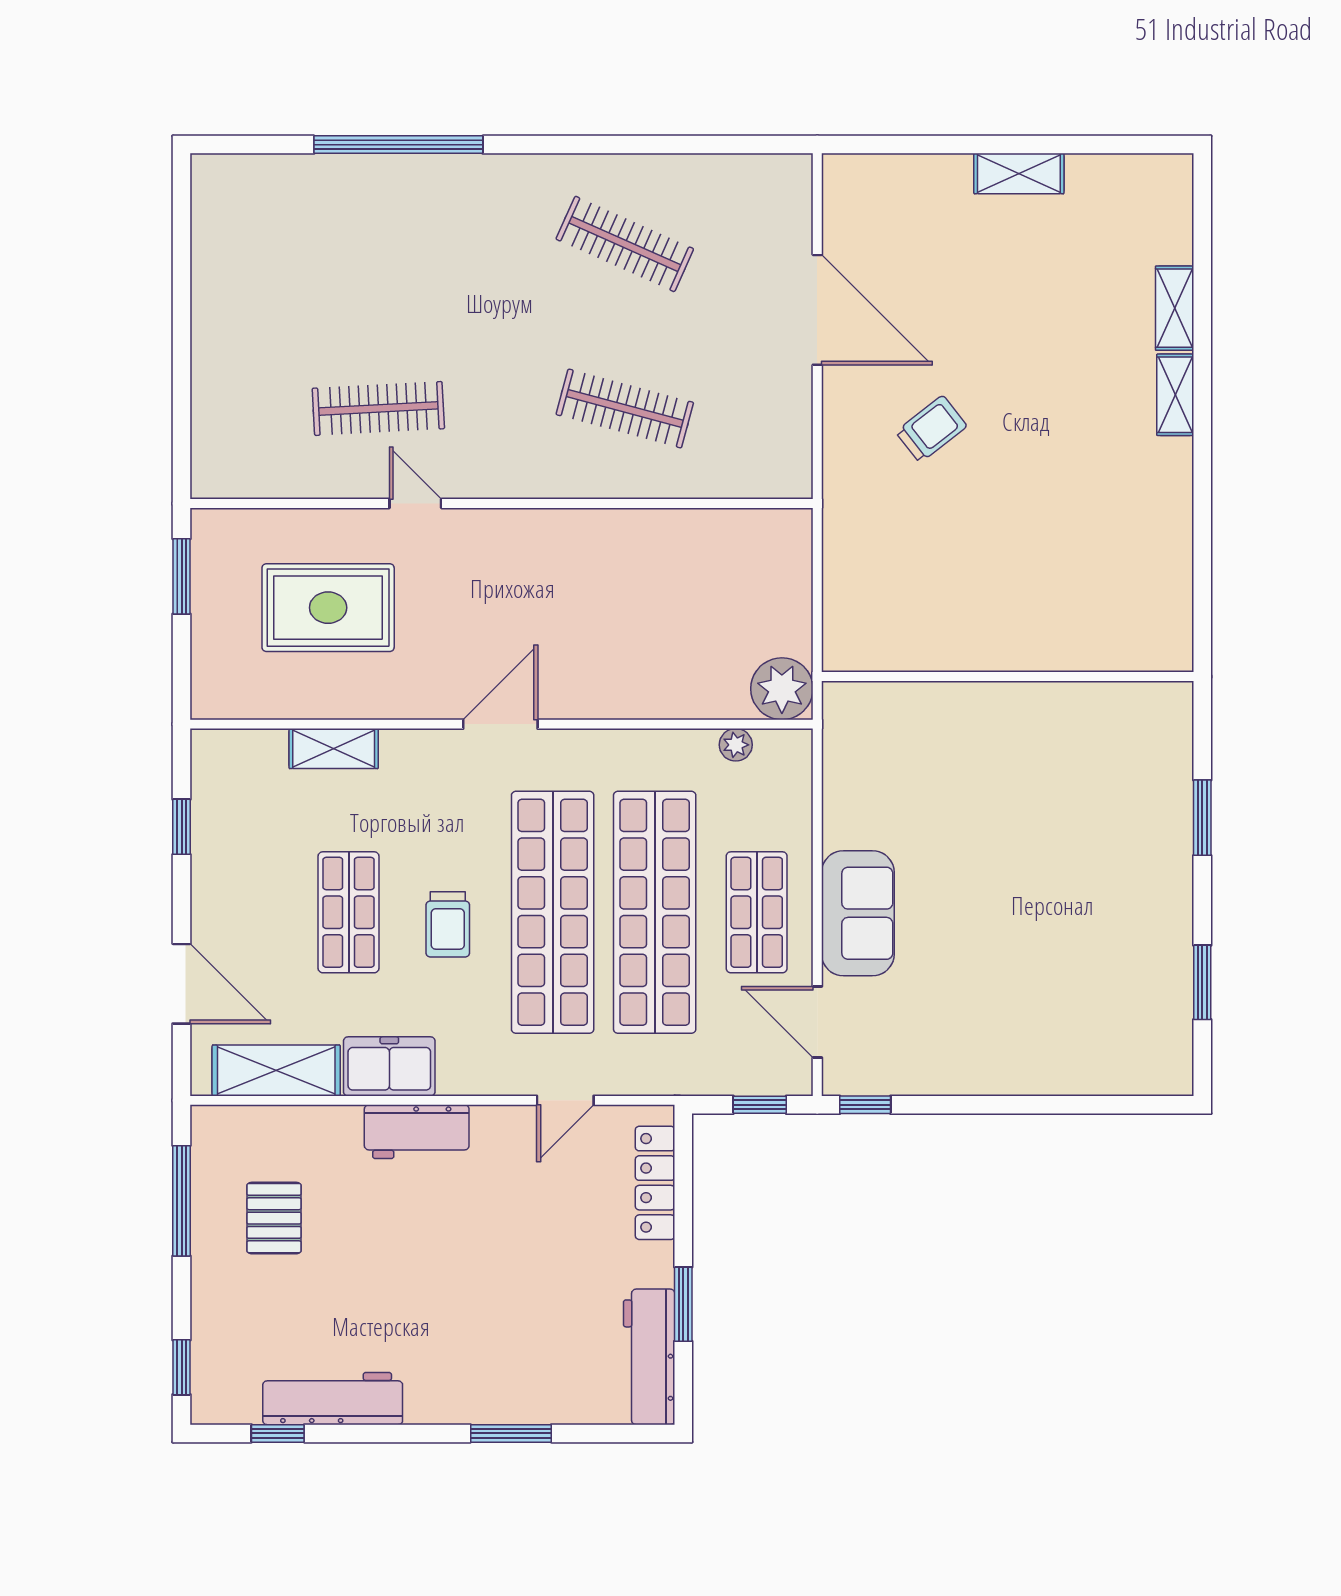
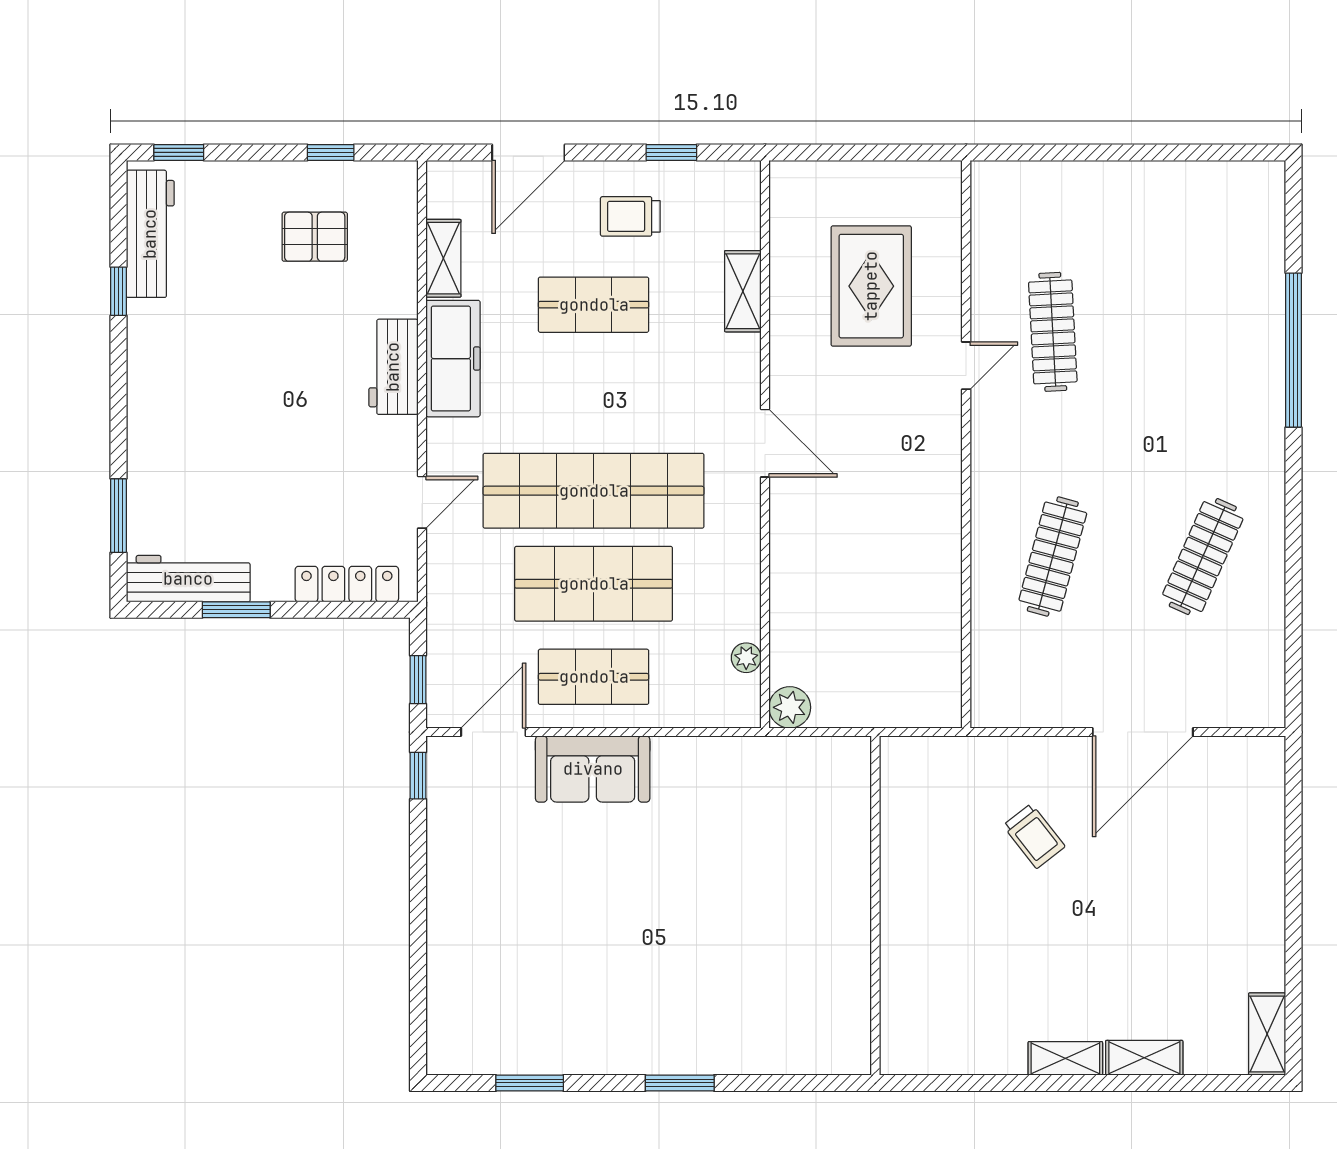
shelving: (1019, 173) -> (1267, 1034), moved
window: (182, 576) -> (900, 152), removed
wall: (1008, 677) -> (875, 906), moved
plant: (782, 689) -> (790, 707), width x0.73, depth x0.73
shop shelf: (655, 912) -> (594, 584), width x0.71
trolley: (448, 924) -> (630, 216), moved
freezer: (389, 1066) -> (453, 359), width x1.40
shelving: (276, 1070) -> (443, 258), width x0.67, depth x0.75
door: (565, 1100) -> (422, 502), swing flipped
window: (182, 1201) -> (331, 152), width x0.46
workbench: (333, 1399) -> (150, 234), moved
window: (278, 1433) -> (118, 291), moved
window: (511, 1433) -> (118, 516), moved

